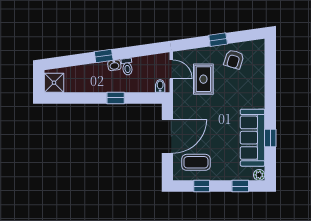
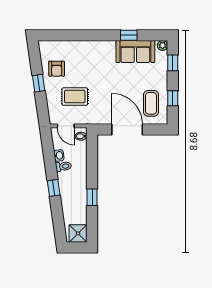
armchair: (234, 59) -> (57, 69), turned 73
washbasin: (114, 65) -> (59, 155), moved
door: (171, 69) -> (66, 126), swing flipped
window: (116, 98) -> (92, 197), moved
sofa: (253, 138) -> (135, 52), width x0.73

